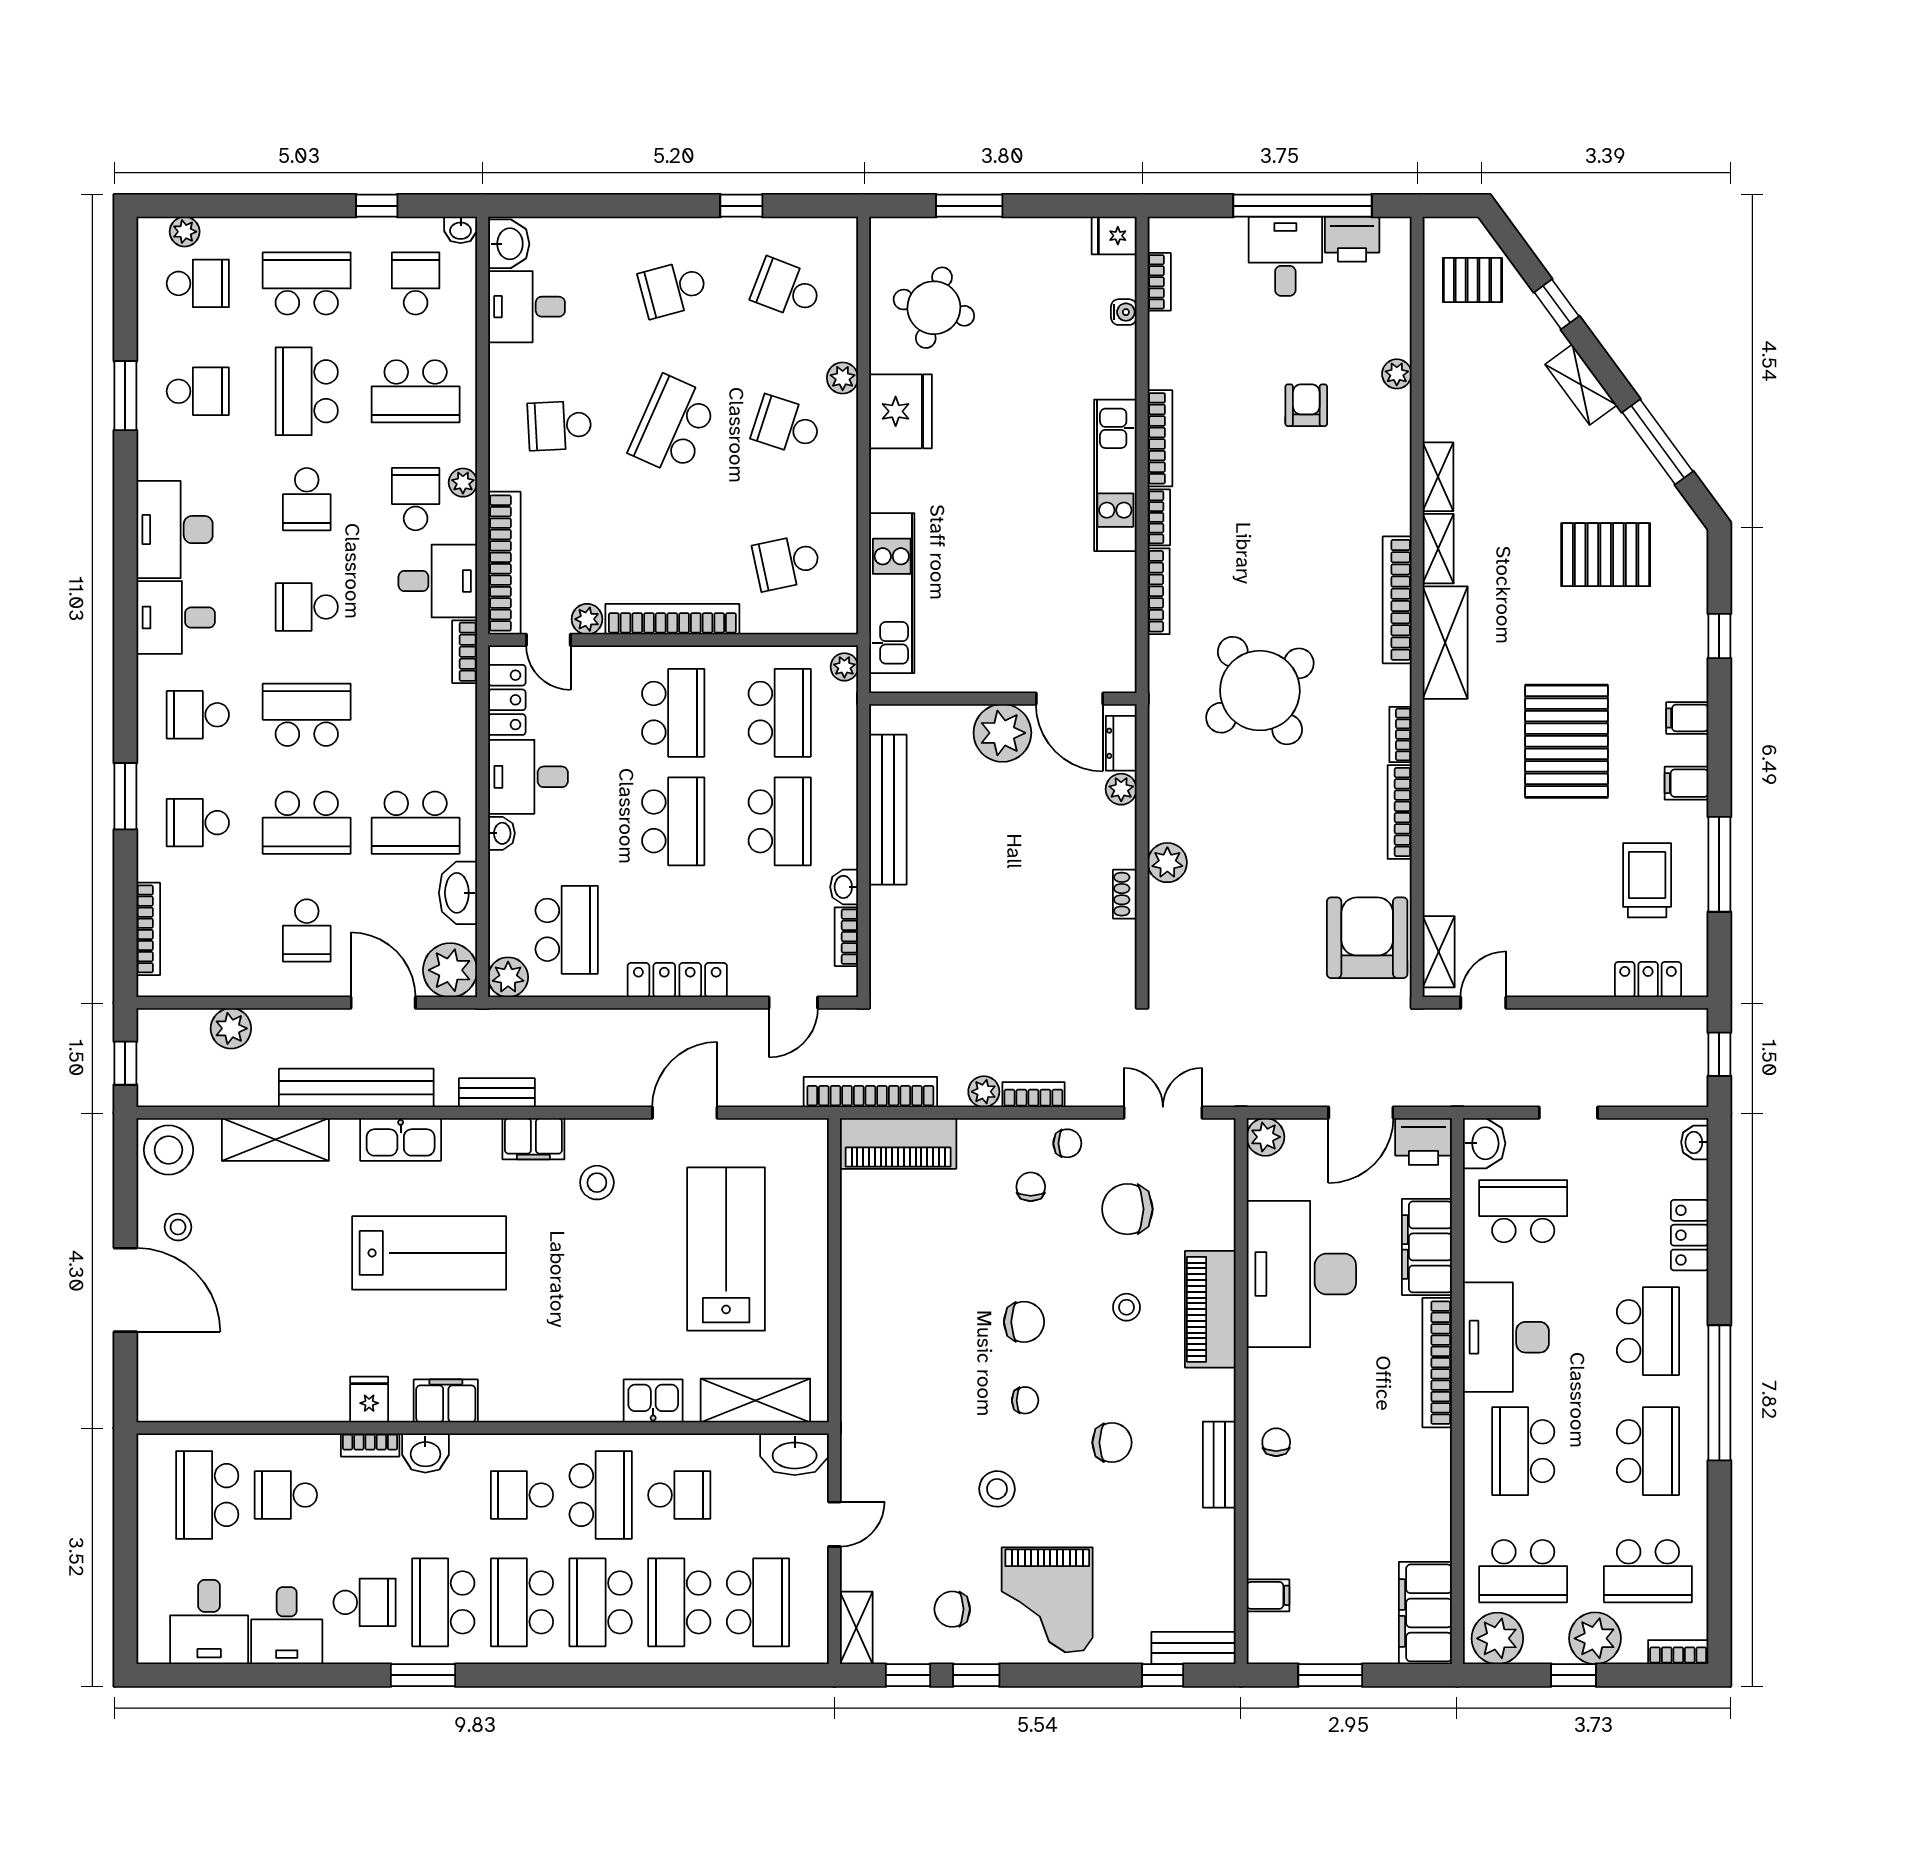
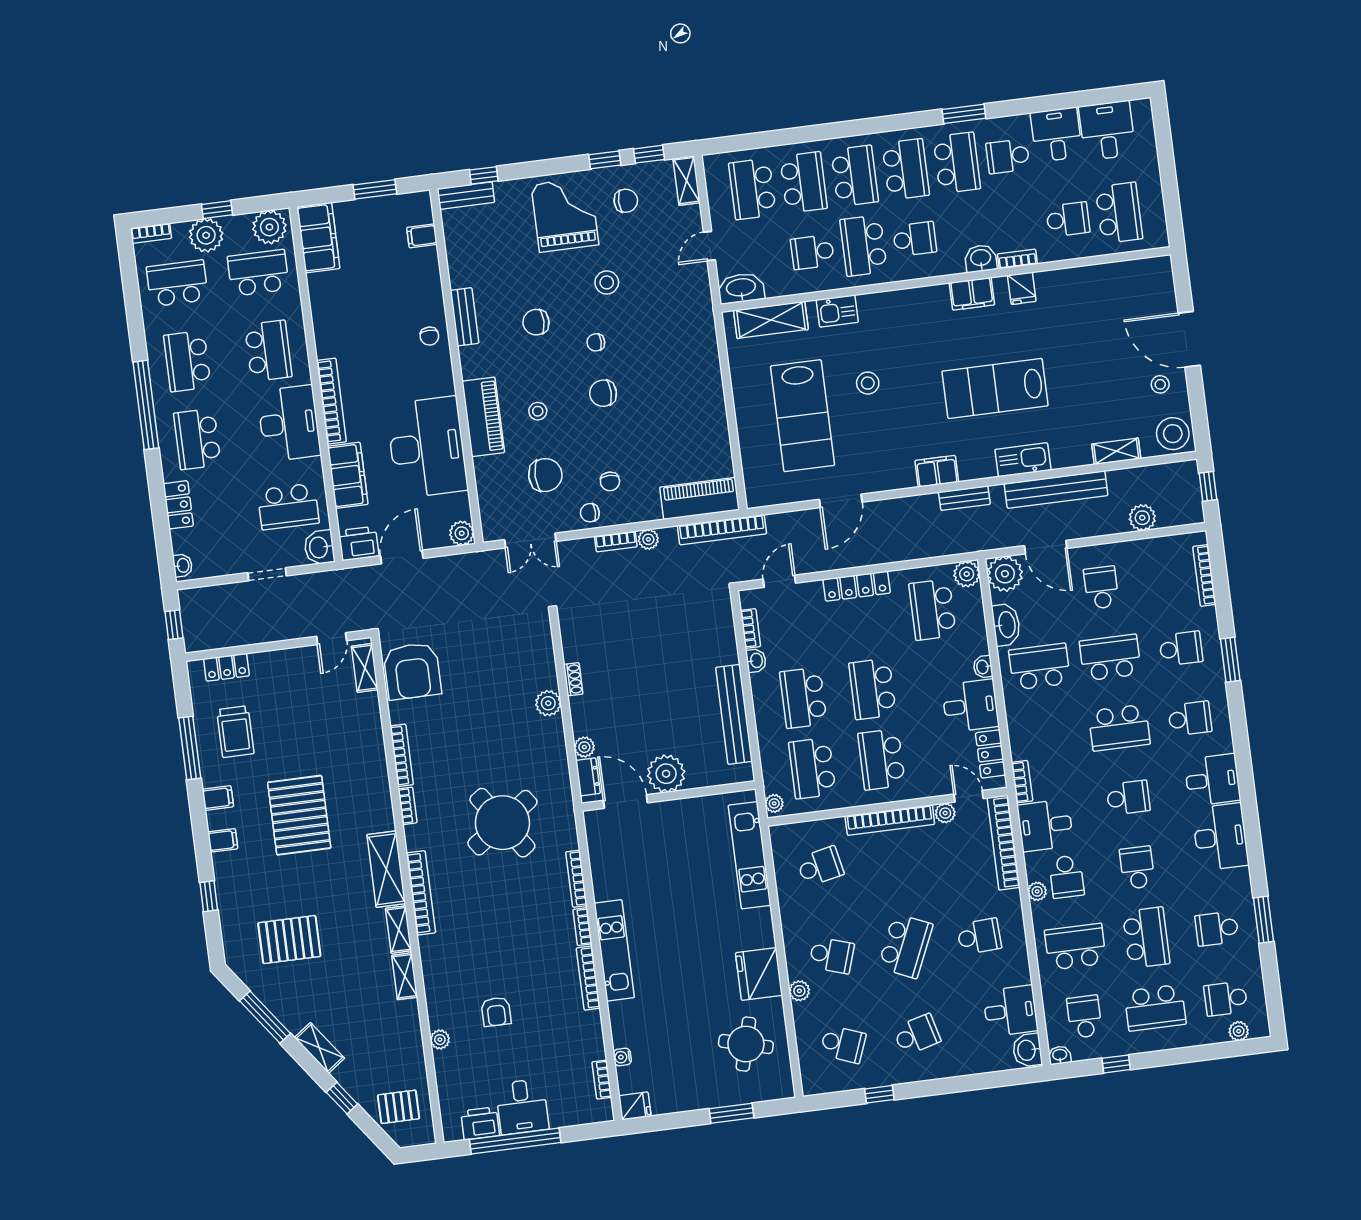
school desk: (416, 283) -> (1084, 1017), turned 180
shelving: (275, 1140) -> (1116, 451), width x0.67, depth x0.75
stool: (597, 1183) -> (868, 383), moved

